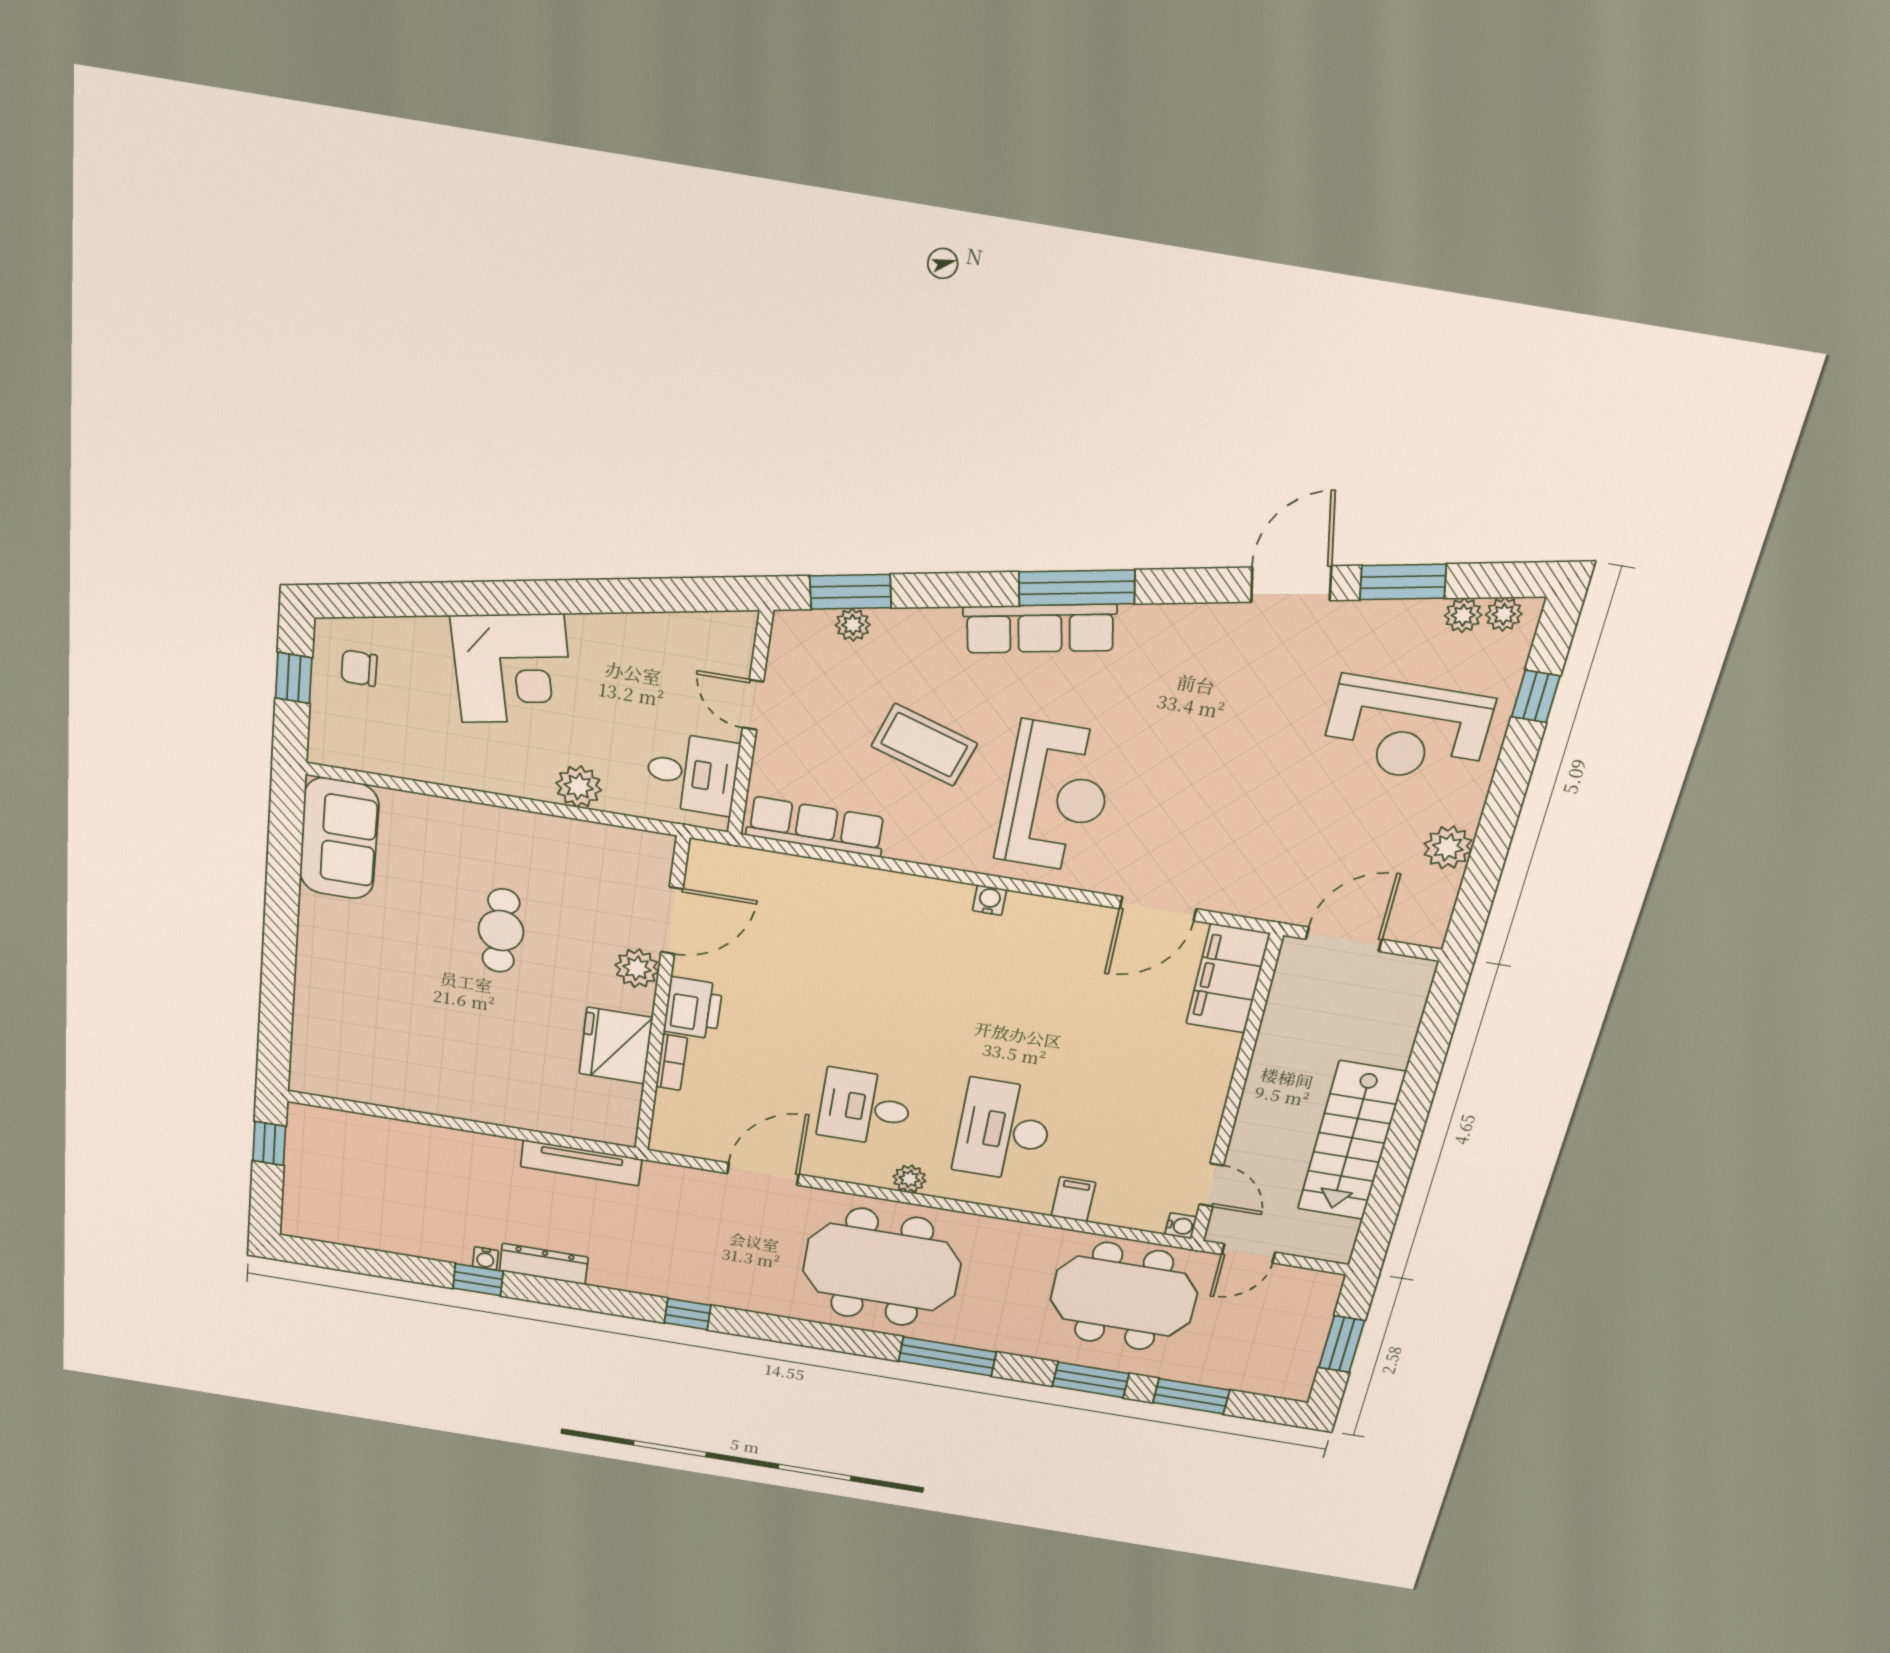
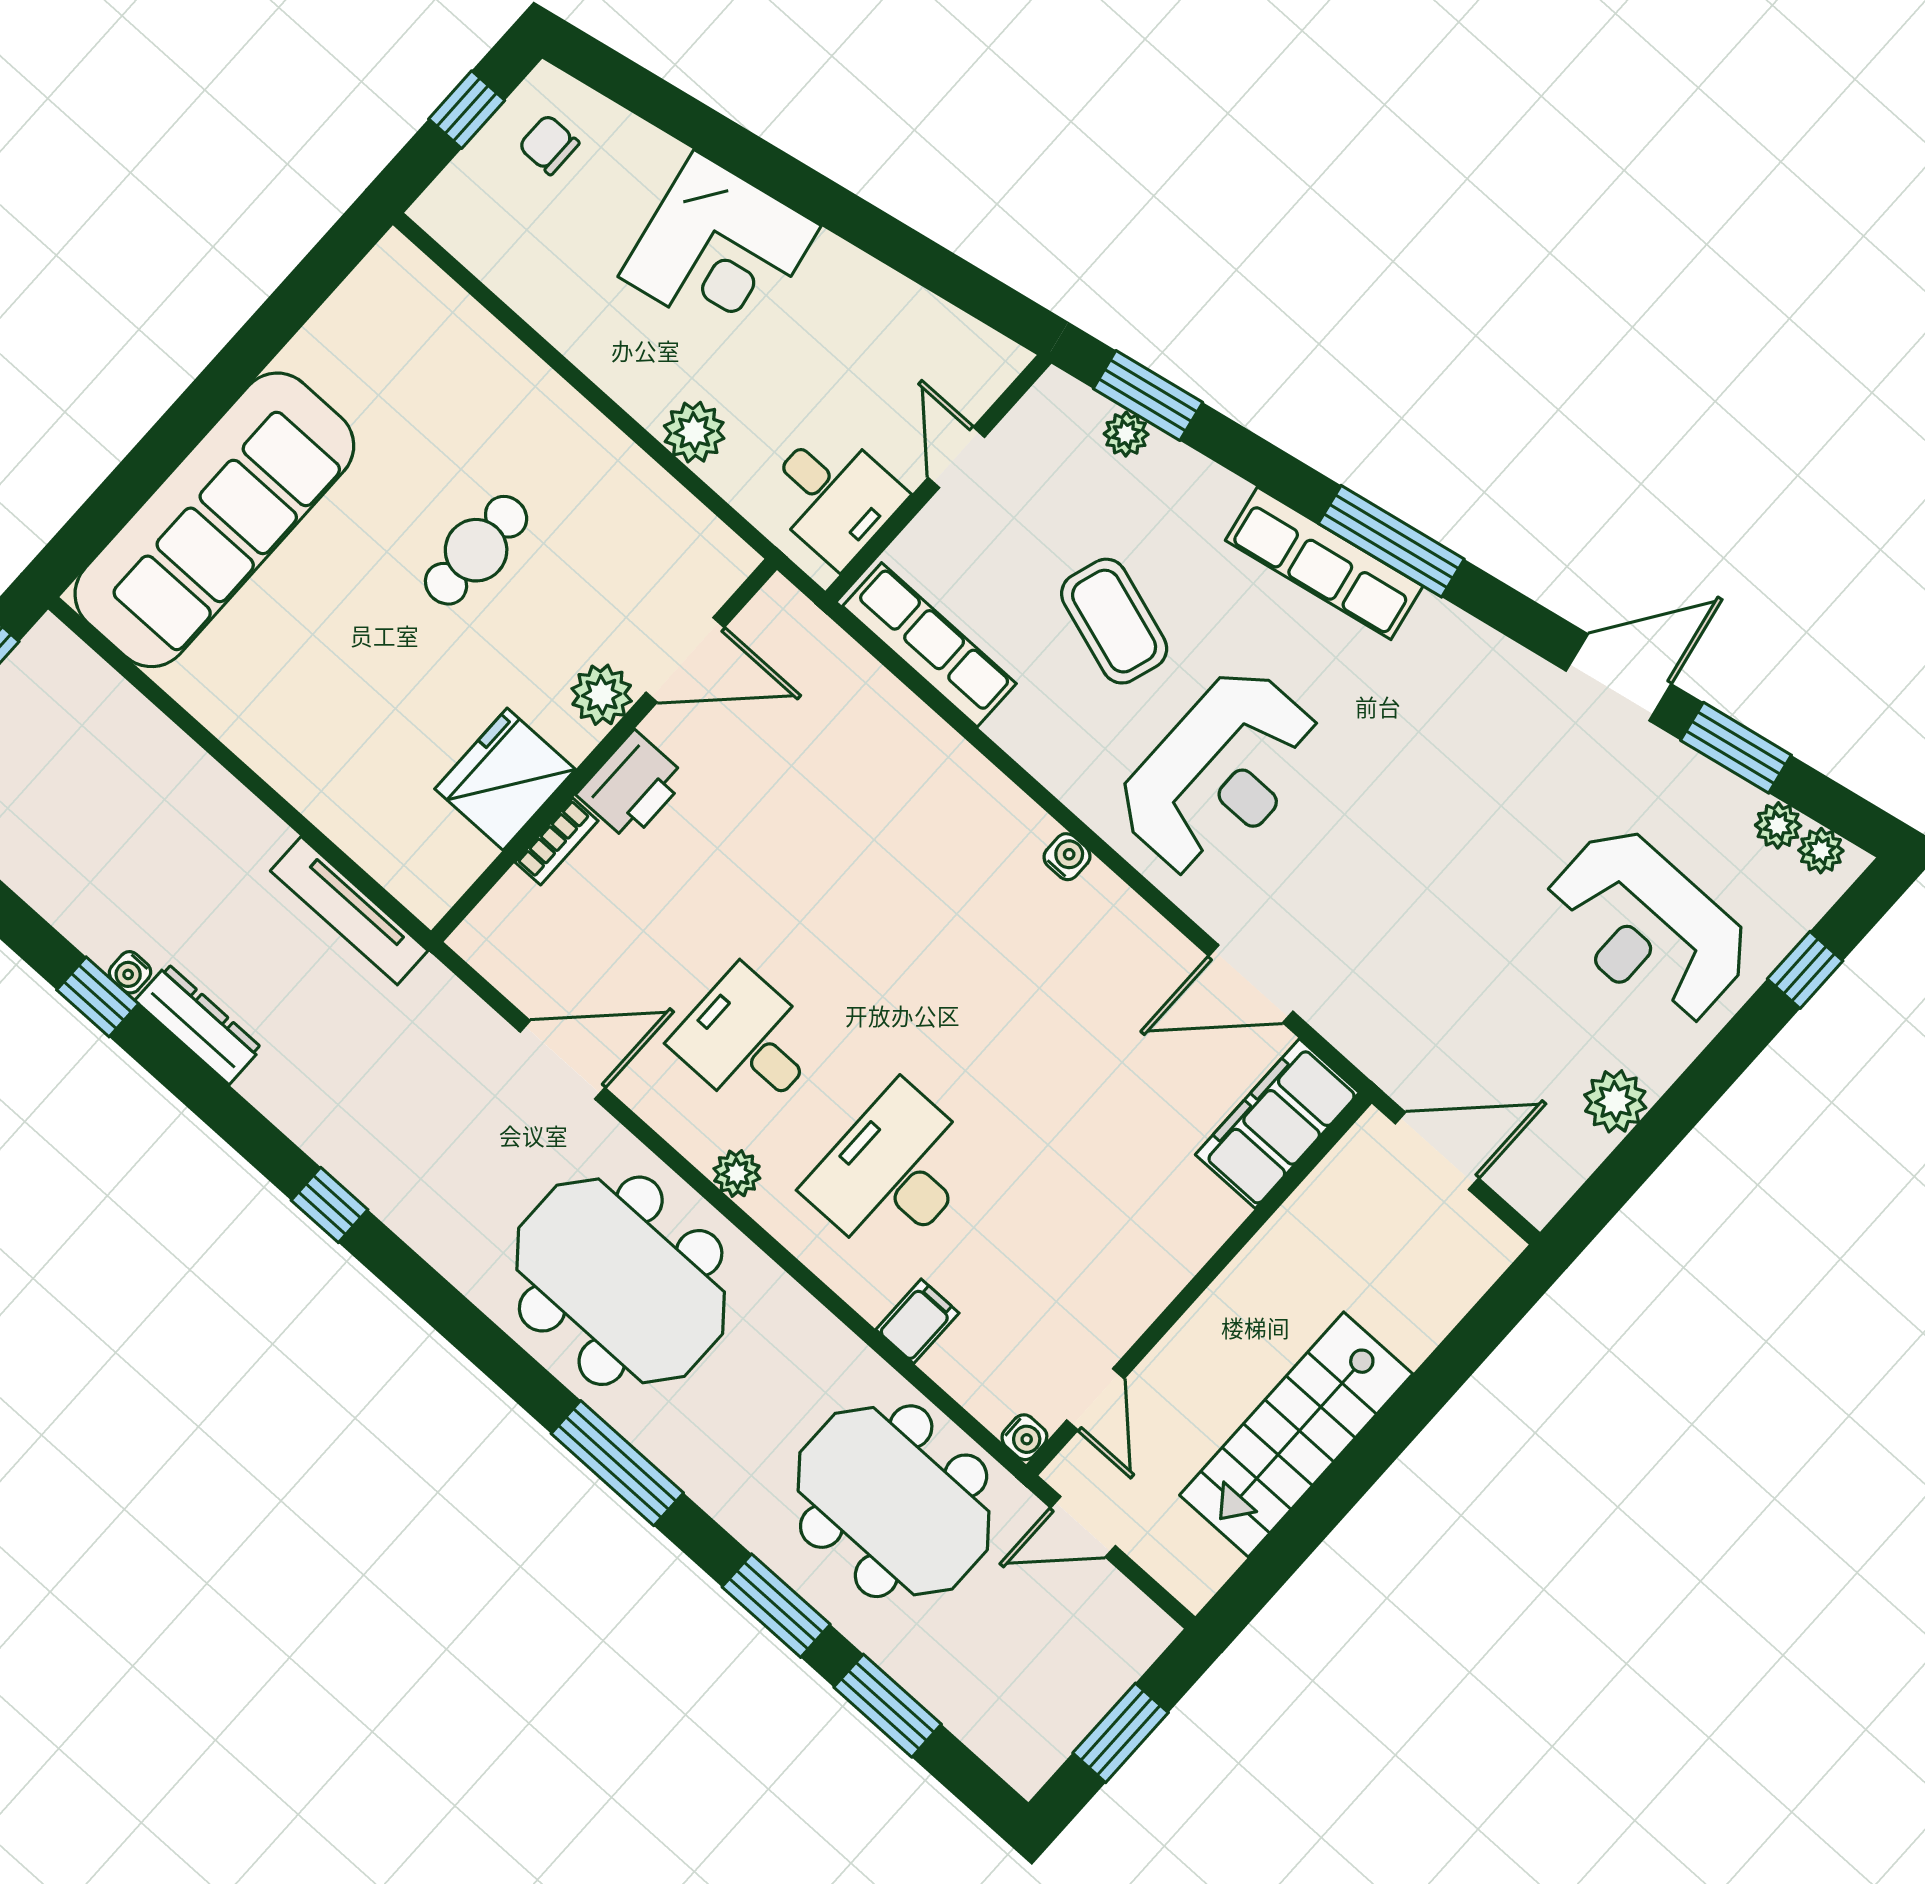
sofa: (339, 839) -> (214, 520), moved, width x1.85, depth x1.27

